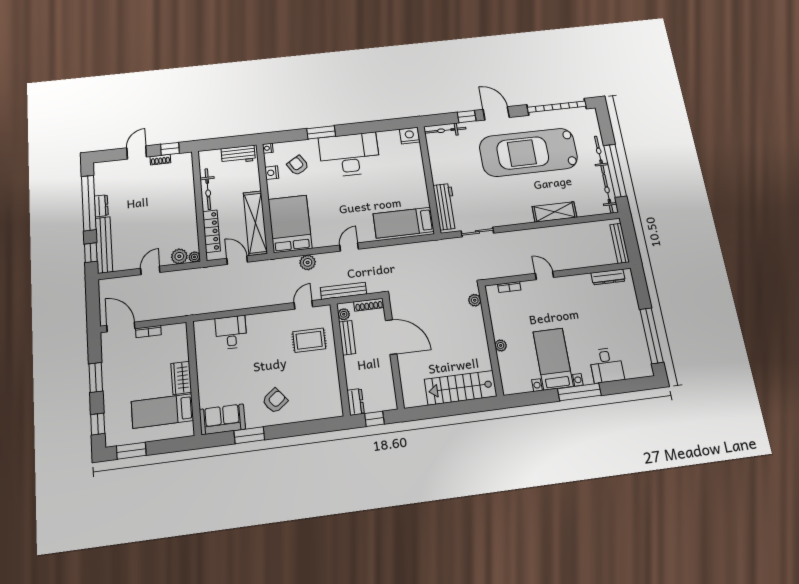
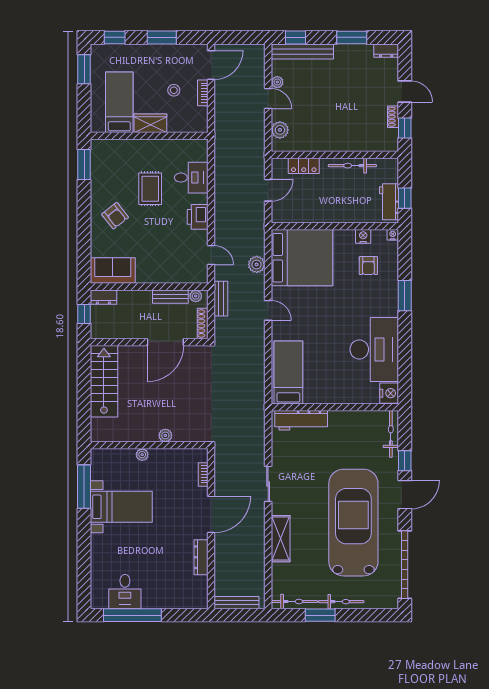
window: (234, 142) -> (405, 198), added
desk: (349, 155) -> (374, 349), moved
armchair: (298, 165) -> (368, 266), turned 122
window: (615, 171) -> (320, 615), width x0.47
window: (89, 203) -> (352, 37), width x0.47
dresser: (101, 206) -> (386, 51), moved
shelving: (255, 223) -> (307, 213), removed
bed: (290, 224) -> (302, 258), width x1.36
locker: (211, 231) -> (304, 166), width x0.66
sliding door: (477, 232) -> (268, 484), moved
plant: (194, 257) -> (277, 82), moved
door: (544, 275) -> (211, 514), width x1.87
dresser: (608, 277) -> (201, 557), moved
bench: (343, 291) -> (221, 299), width x0.73
plant: (475, 300) -> (165, 435), moved
printer: (268, 322) -> (198, 217), added
rug: (309, 340) -> (150, 189), moved
stool: (147, 359) -> (174, 90), added
desk: (606, 365) -> (125, 592), moved, turned -90
stairs: (461, 388) -> (104, 381), moved
window: (579, 392) -> (84, 487), moved
sofa: (222, 419) -> (113, 271), moved, turned -90
window: (249, 435) -> (84, 165), moved

